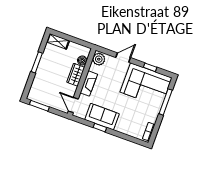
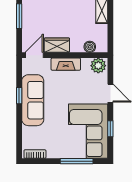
wardrobe: (76, 75) -> (57, 45), moved
sofa: (102, 117) -> (33, 100), width x1.36

